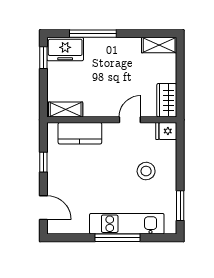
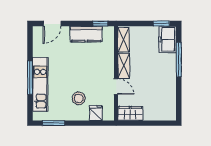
shelving: (159, 45) -> (124, 66), moved
fridge: (166, 131) -> (96, 113), moved
kitchen counter: (80, 133) -> (86, 34), moved, turned -90
window: (43, 162) -> (100, 24), moved

